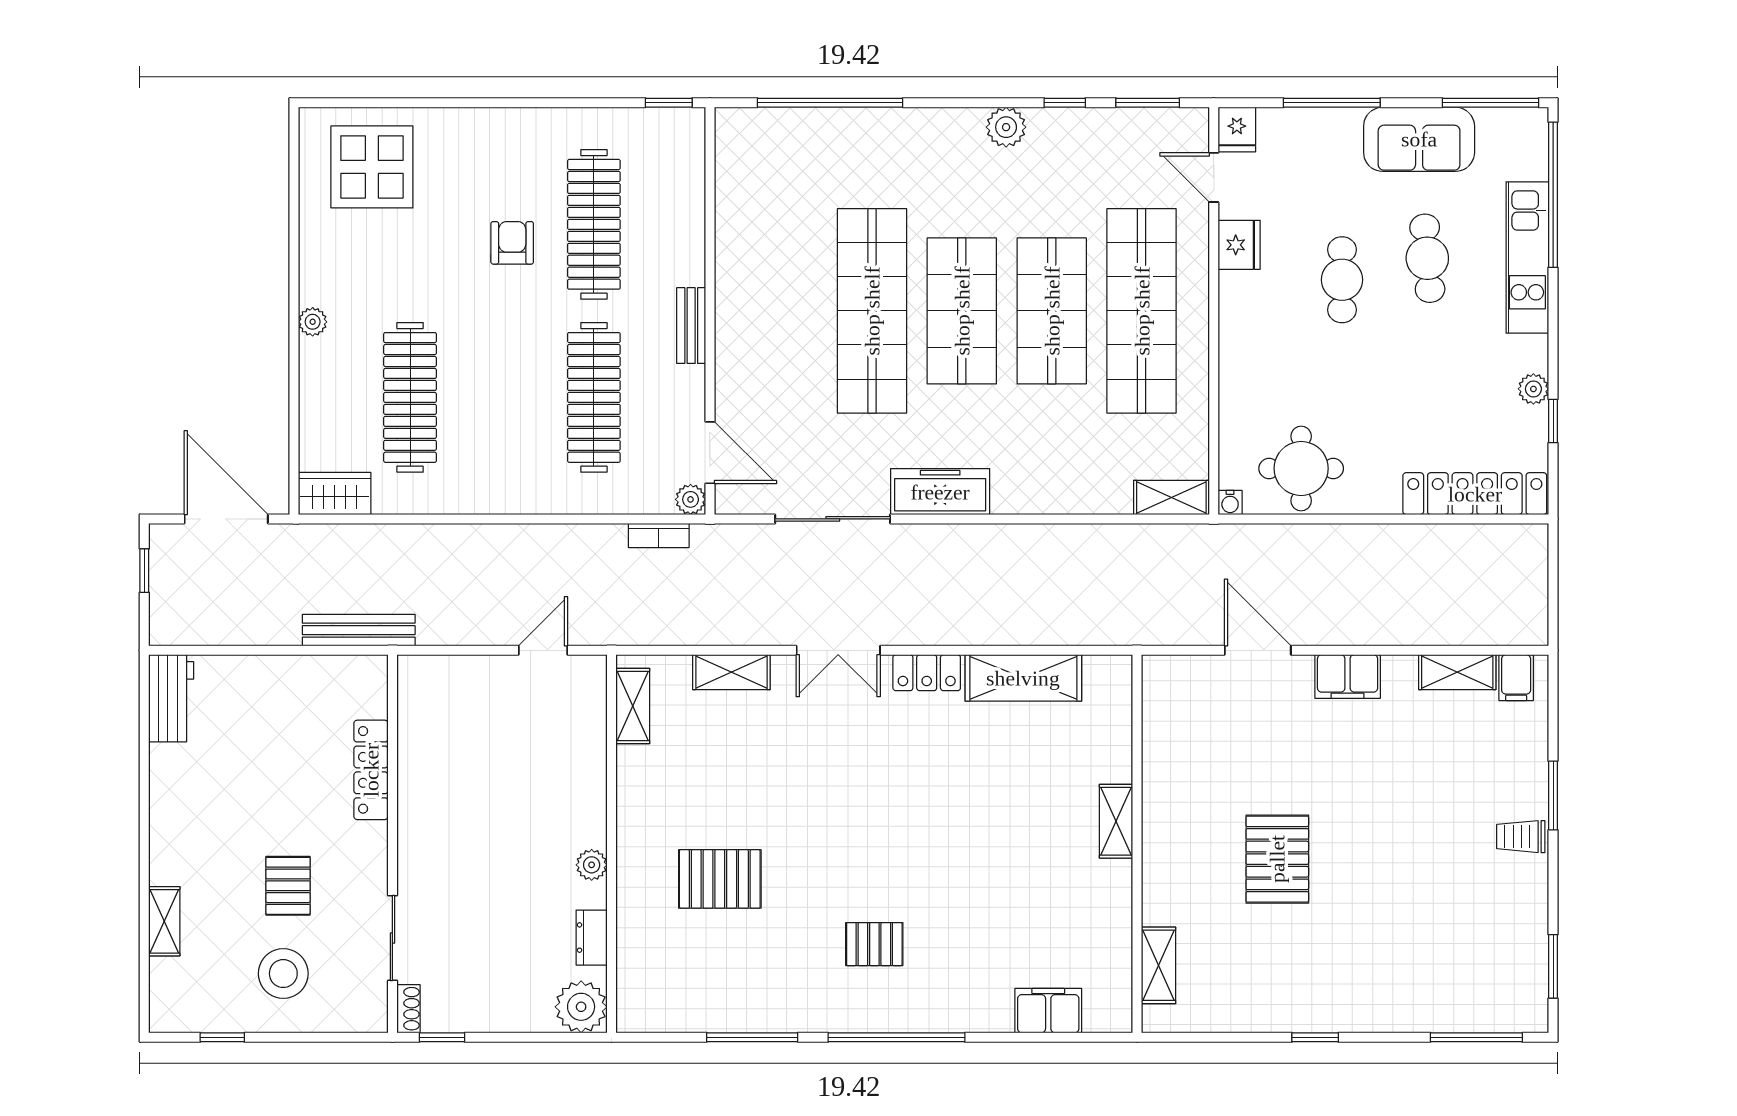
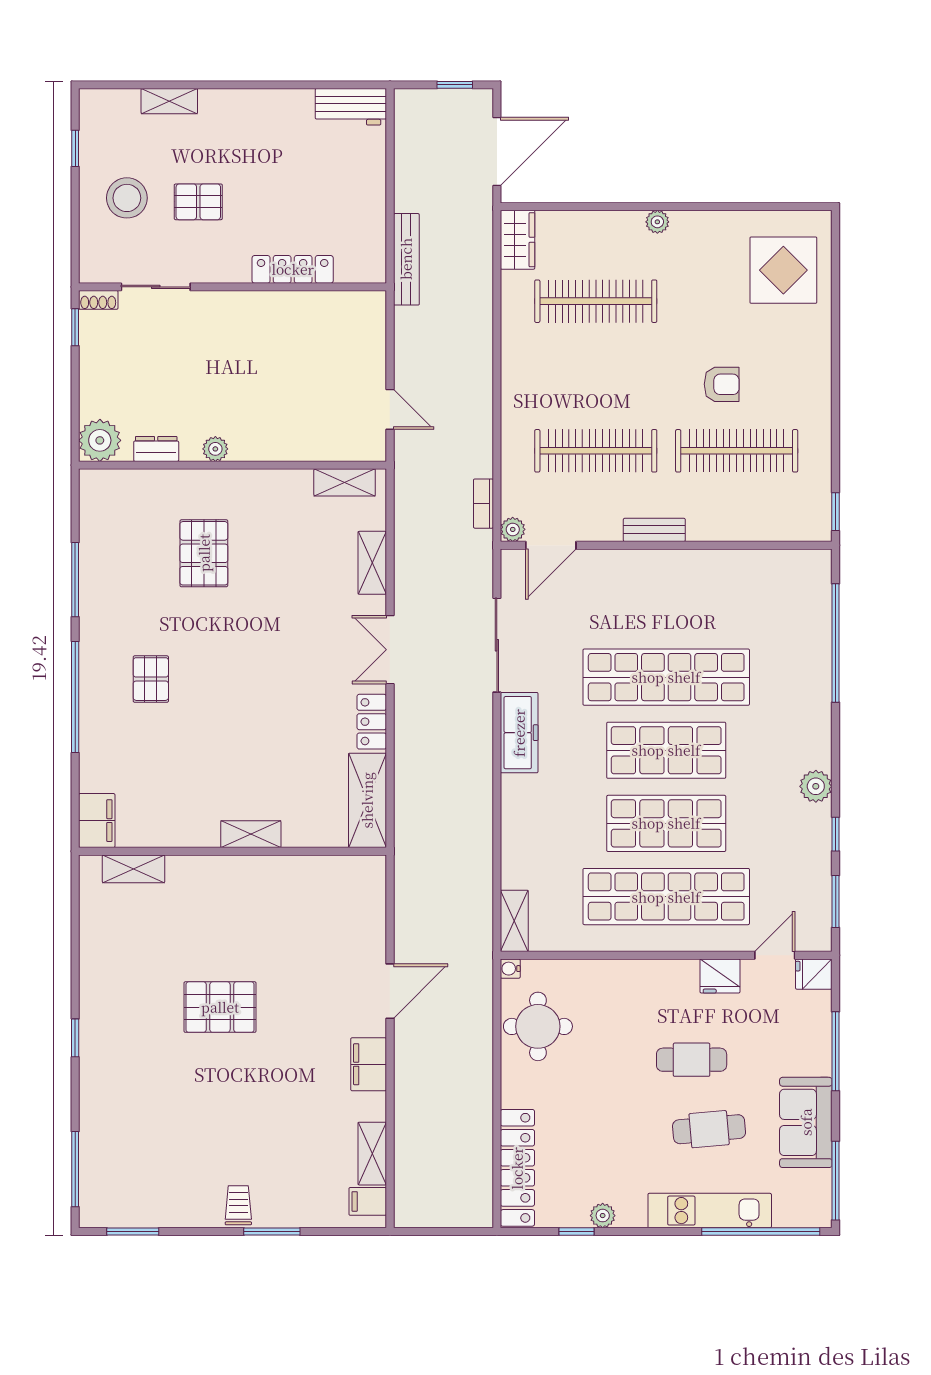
shelving: (1116, 821) -> (251, 834), moved
wall: (1137, 844) -> (233, 851), moved
shelving: (1159, 965) -> (134, 869), moved

